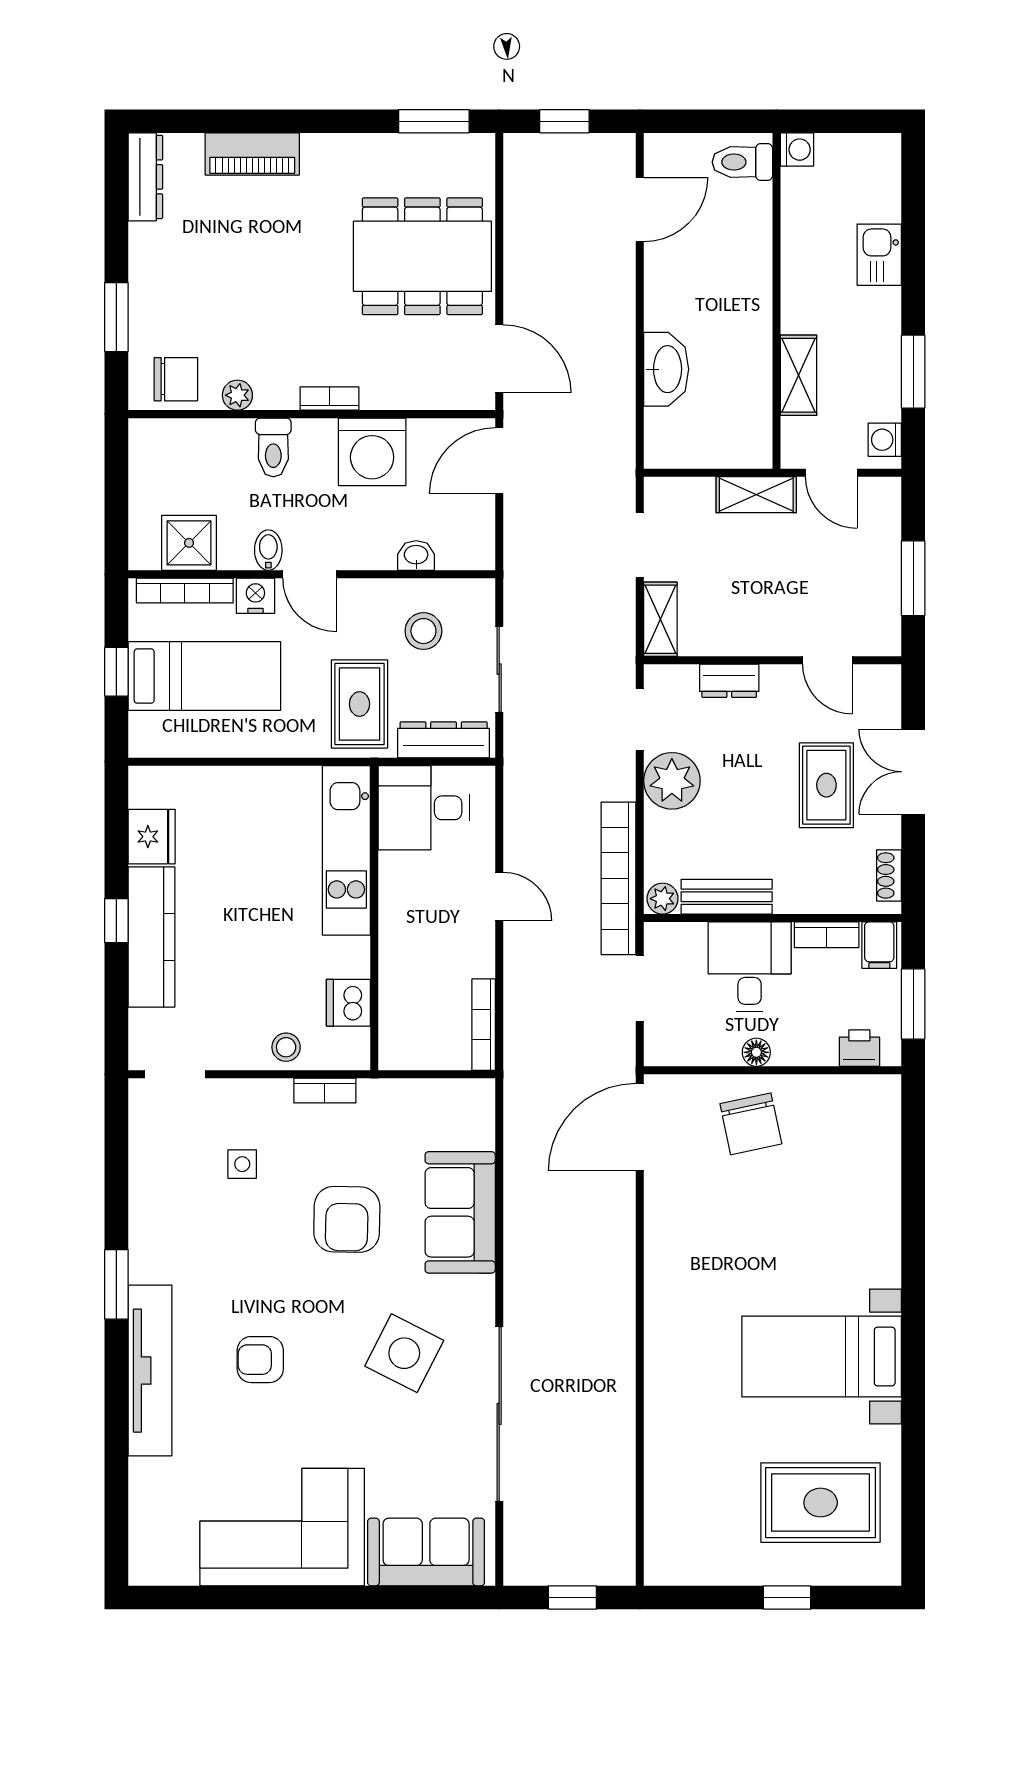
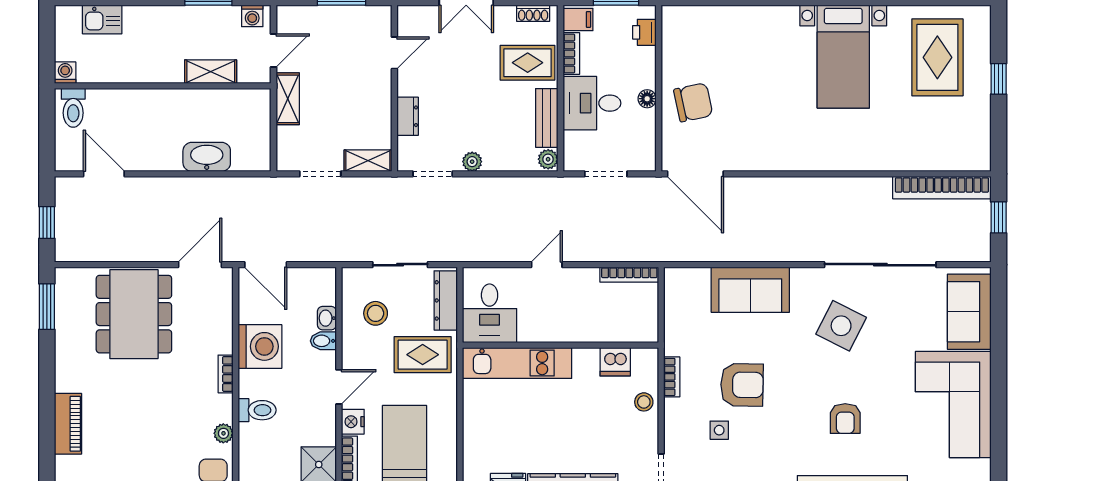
kitchen sink: (879, 255) -> (102, 20), moved
bidet: (268, 550) -> (323, 341), moved
plant: (672, 781) -> (472, 162), width x0.53, depth x0.53
rug: (826, 785) -> (528, 63), moved
bookcase: (619, 878) -> (942, 188), moved
armchair: (347, 1219) -> (742, 385), moved

